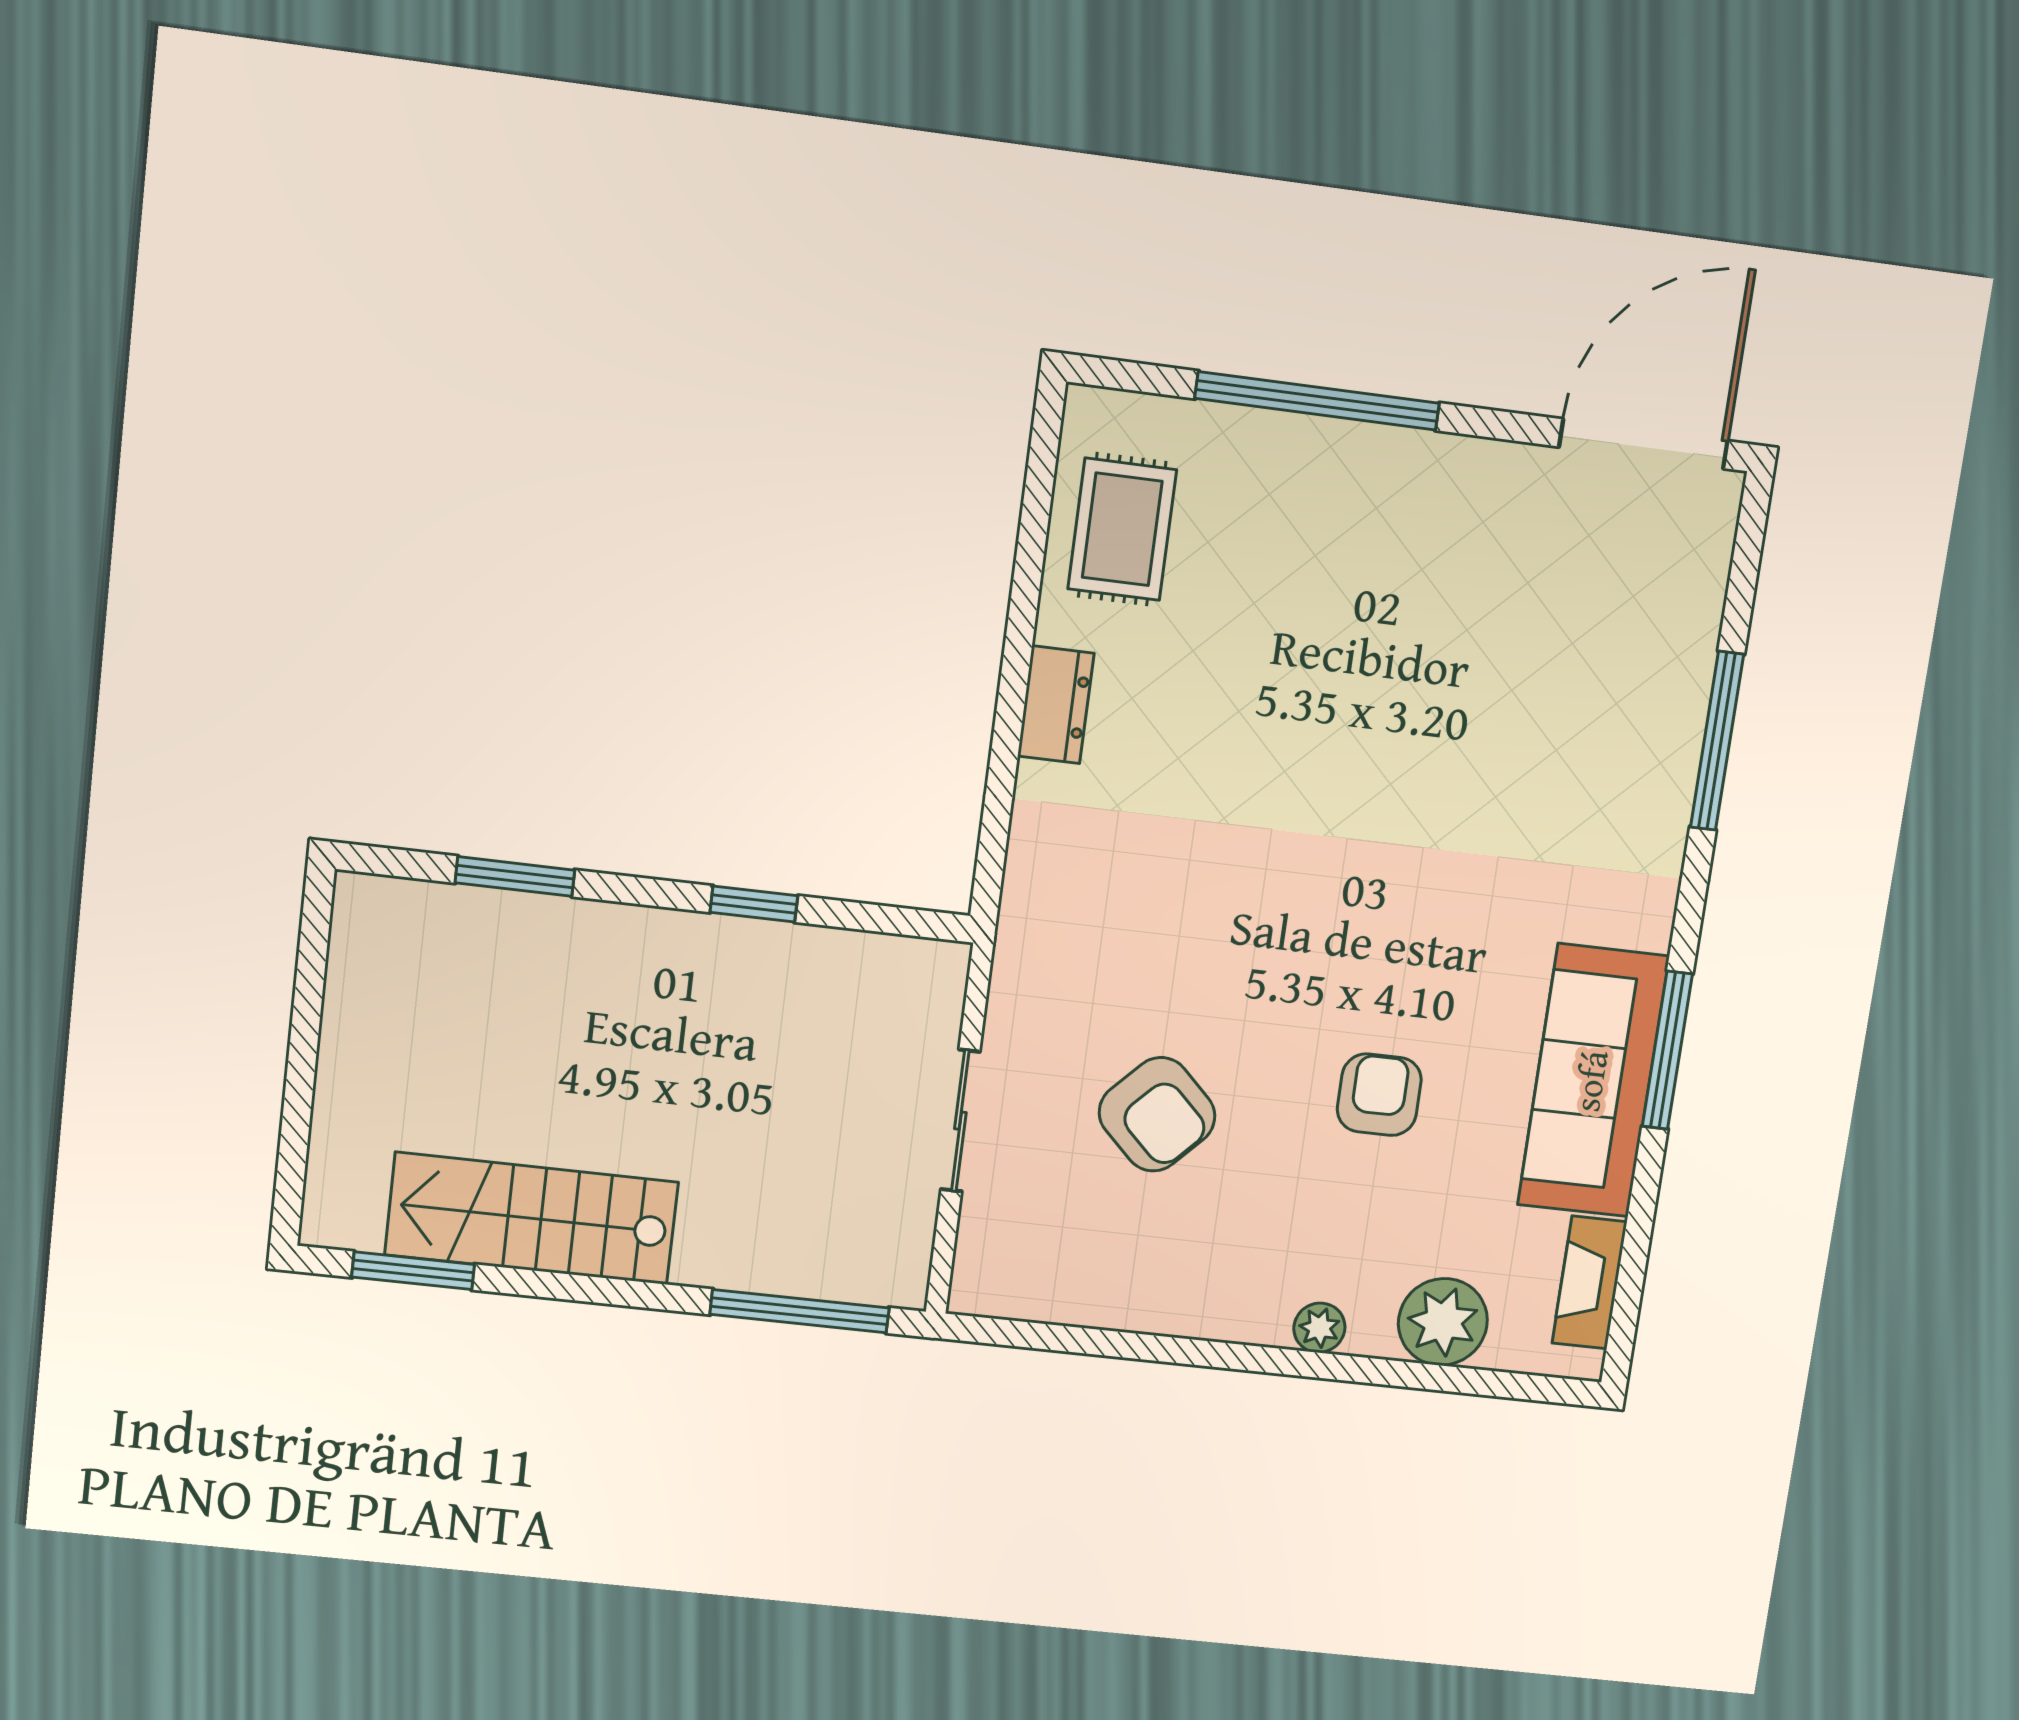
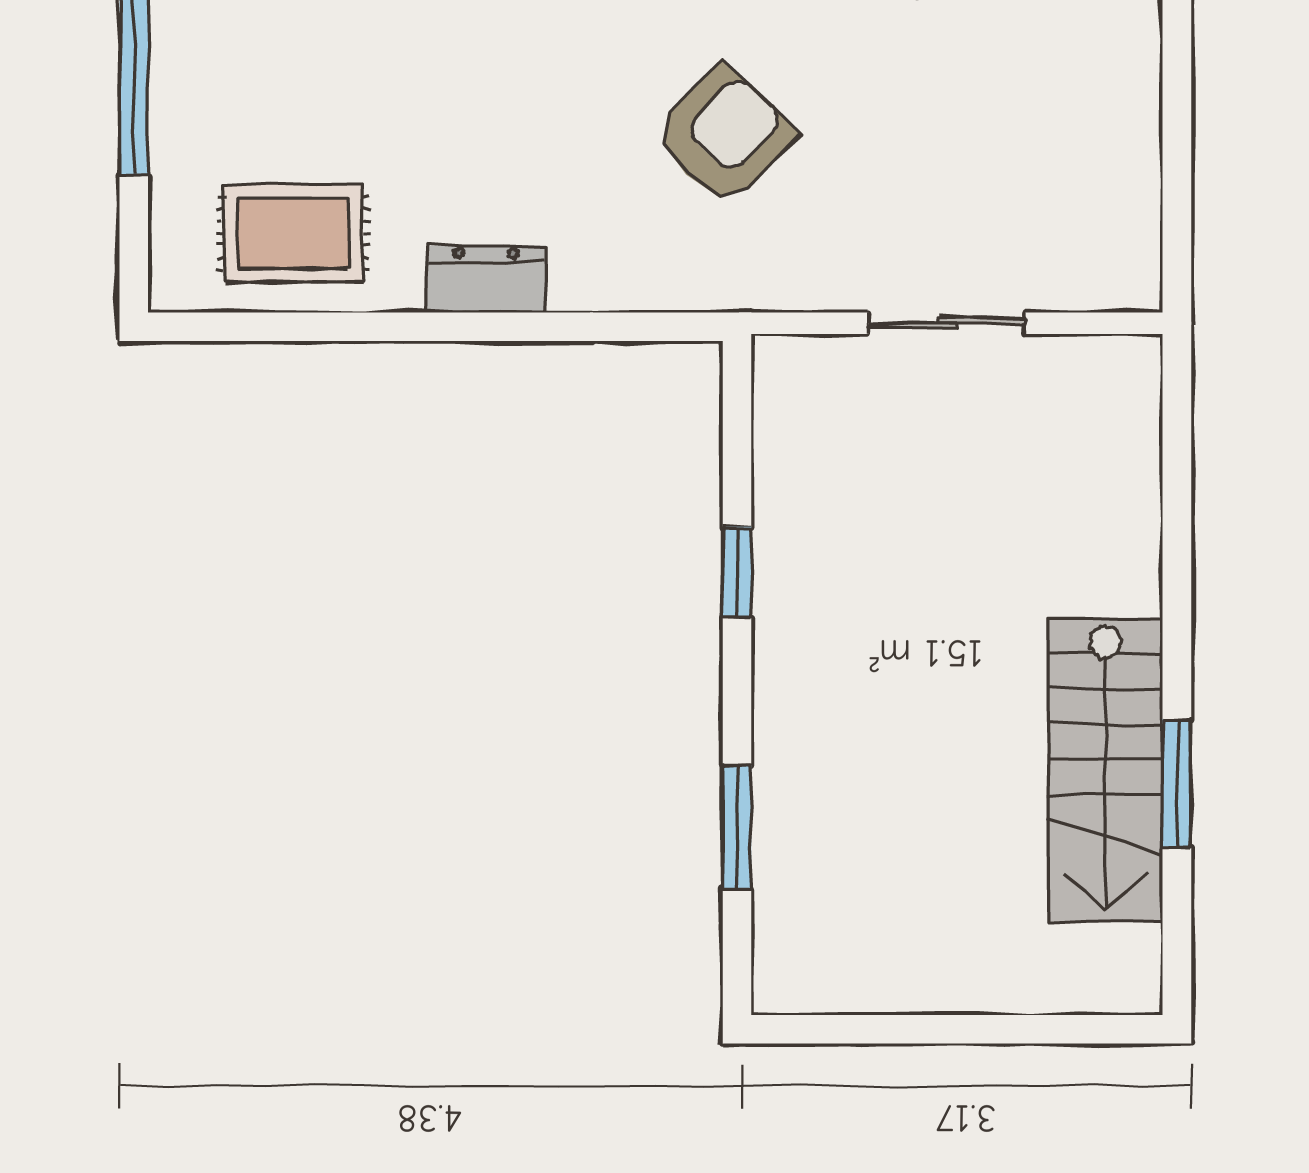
armchair: (1157, 1114) -> (724, 135), moved
window: (413, 1271) -> (1177, 783), moved
window: (800, 1311) -> (1177, 471), removed

